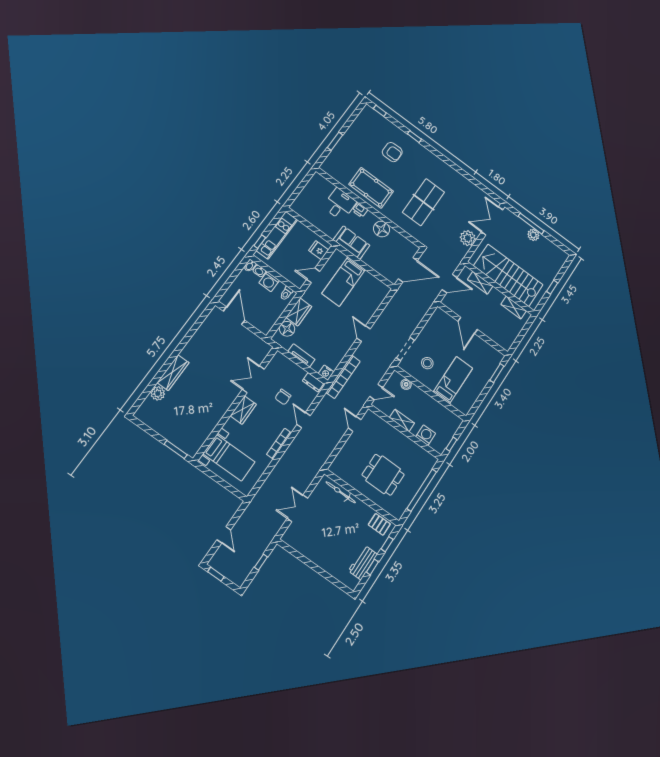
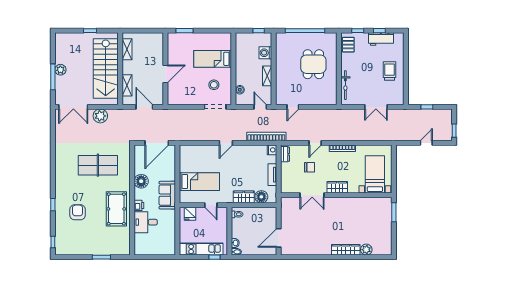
door: (408, 270) -> (157, 143), swing flipped
washing machine: (269, 282) -> (238, 231), removed
trolley: (324, 548) -> (389, 71), added

